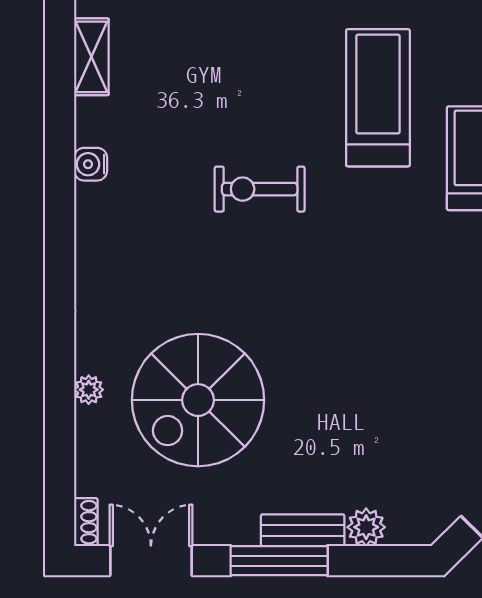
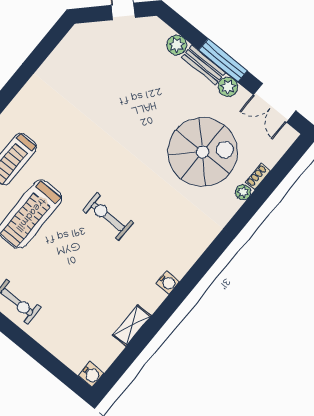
exercise bike: (260, 189) -> (108, 216), turned 180
shoe rack: (86, 522) -> (258, 177), moved
plant: (239, 527) -> (228, 87), added

